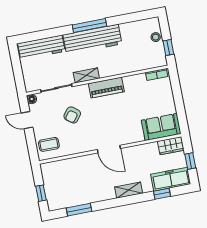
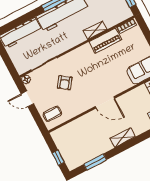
shelving: (86, 75) -> (95, 30), moved
piano: (106, 88) -> (105, 41), moved
shelving: (129, 190) -> (123, 138), moved

